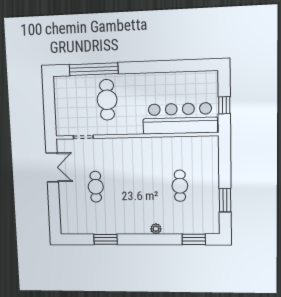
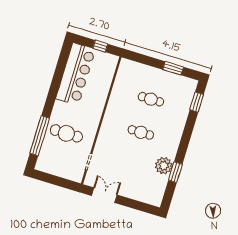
bar counter: (180, 118) -> (76, 74), moved, turned 180
cafe table: (96, 187) -> (141, 132), moved
plant: (156, 229) -> (164, 166), moved, width x1.88, depth x1.88

